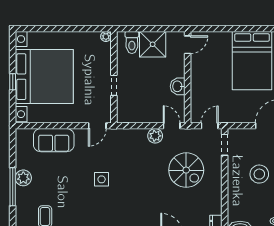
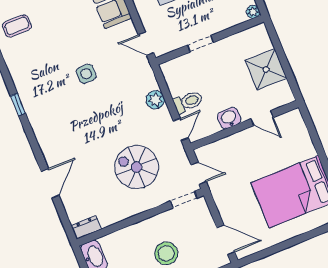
toilet: (132, 42) -> (188, 102), moved, turned 180
door: (188, 45) -> (262, 118), moved
plant: (155, 136) -> (155, 100), moved
spiral stairs: (186, 170) -> (137, 167), turned 90

